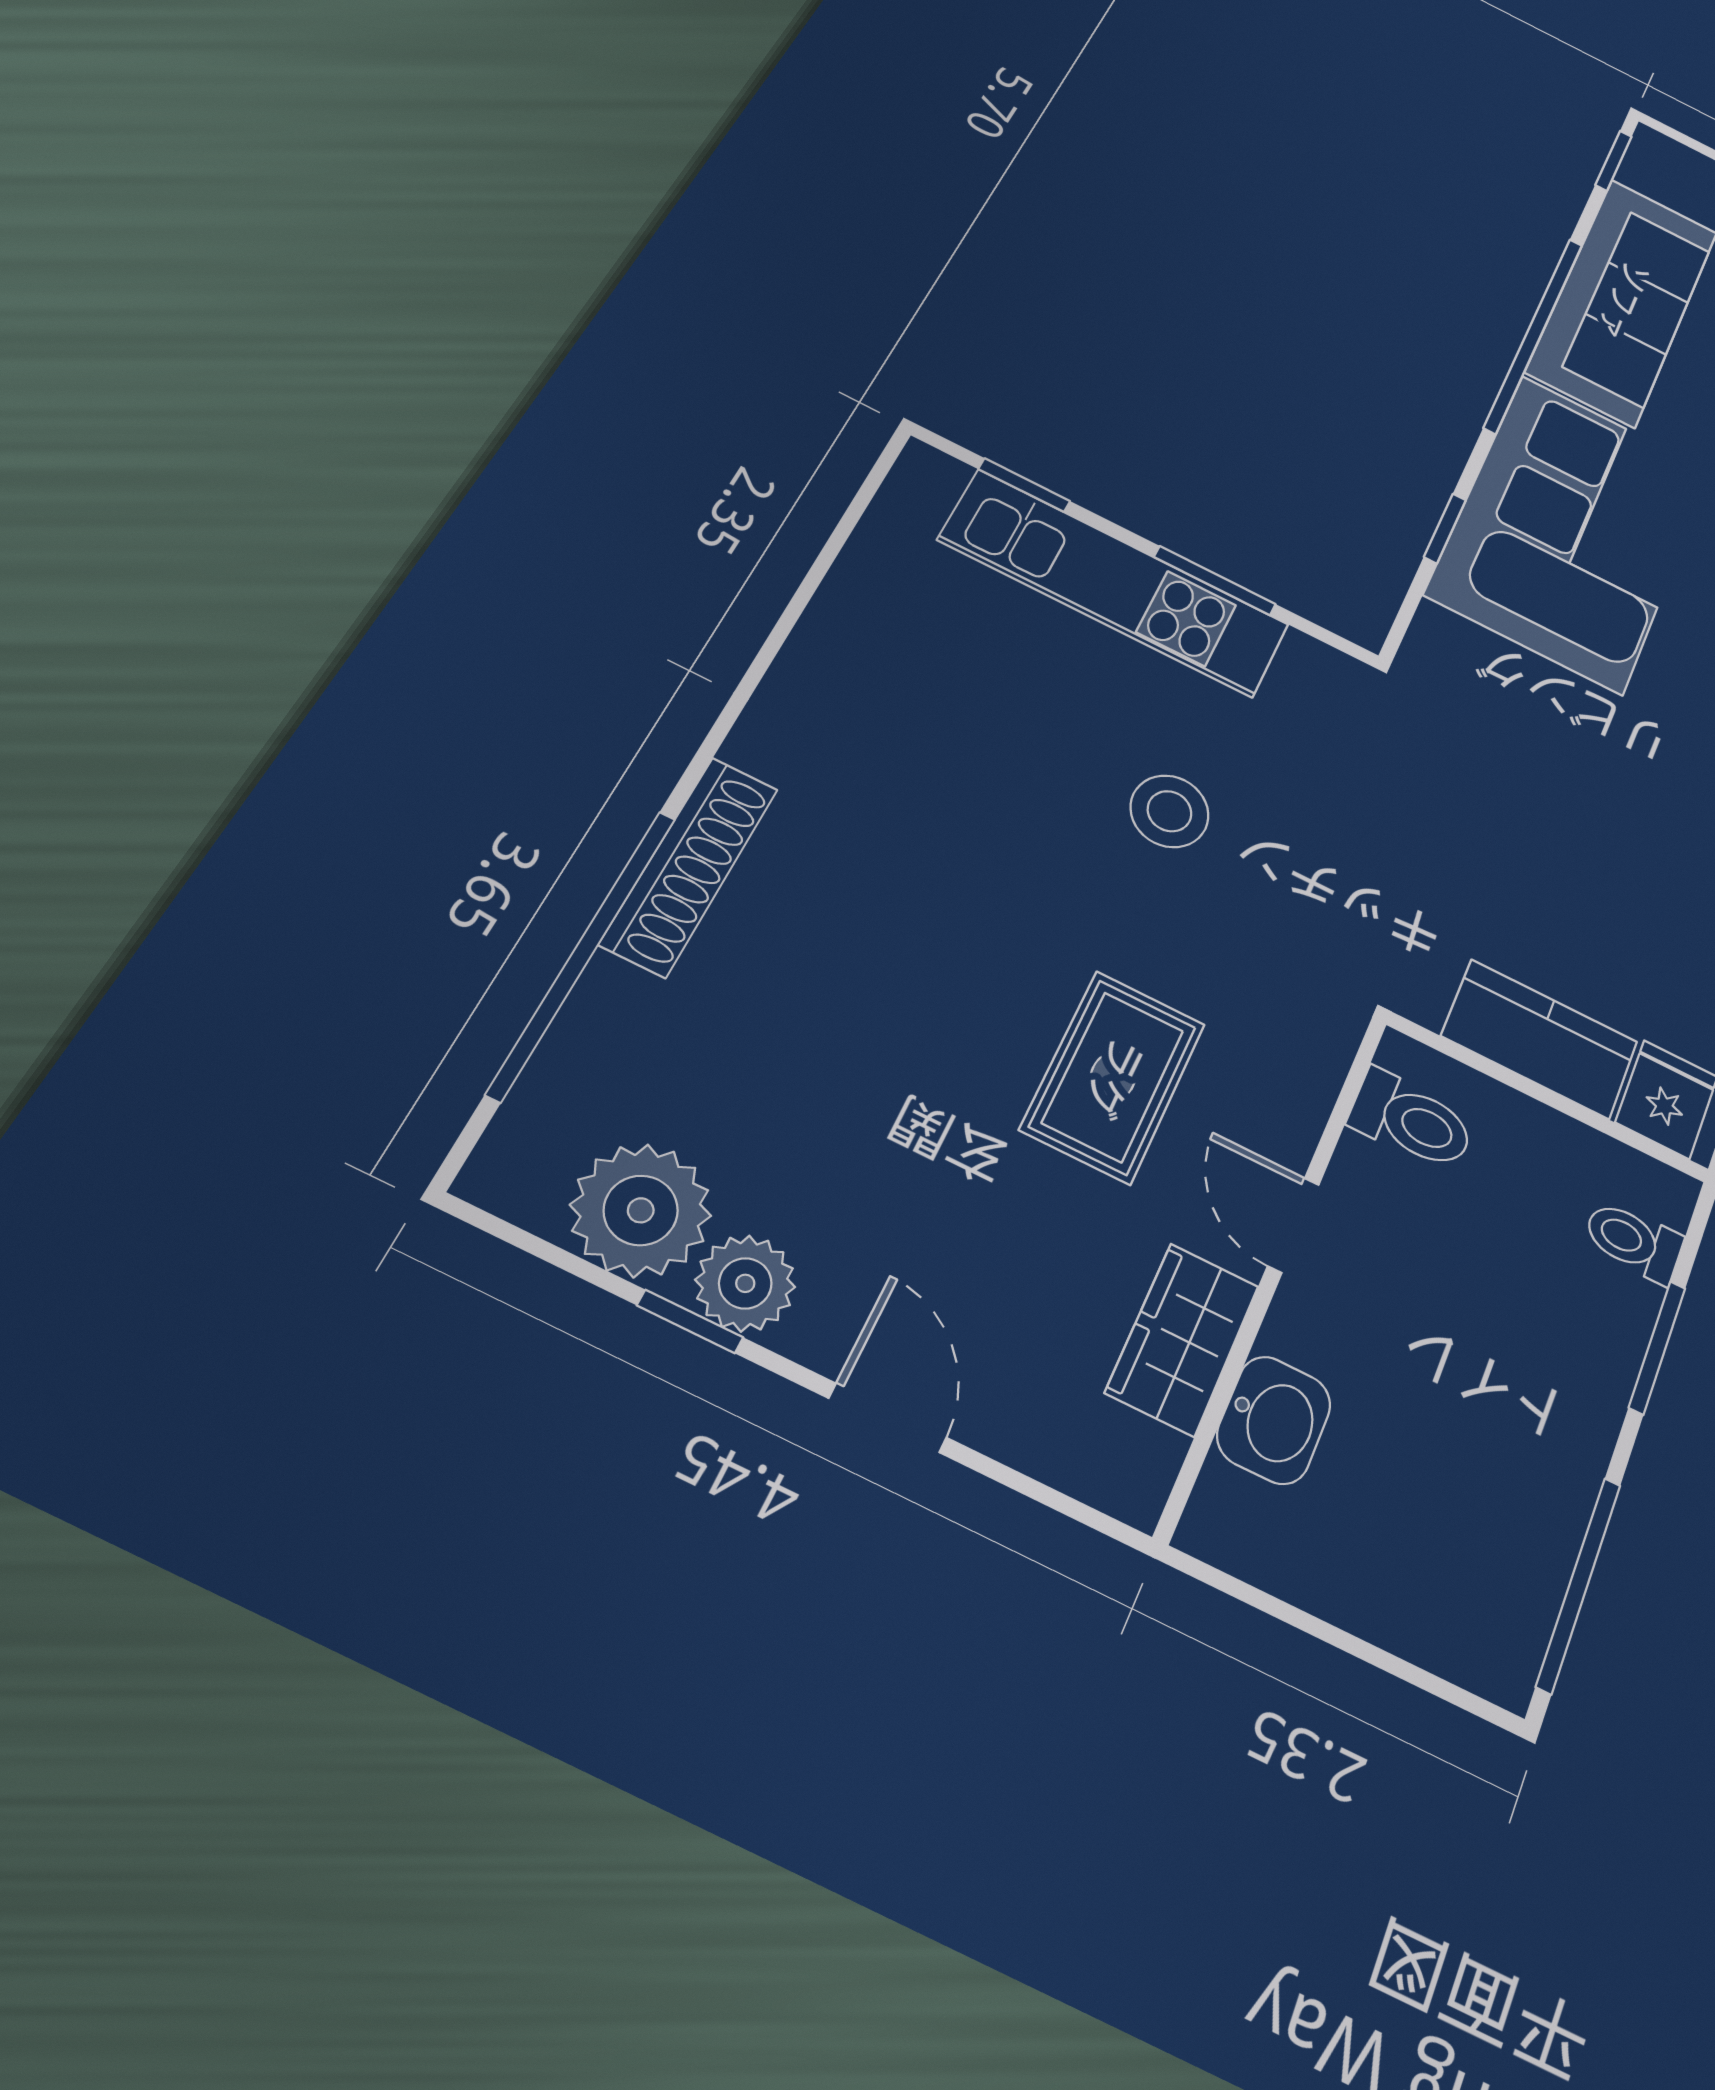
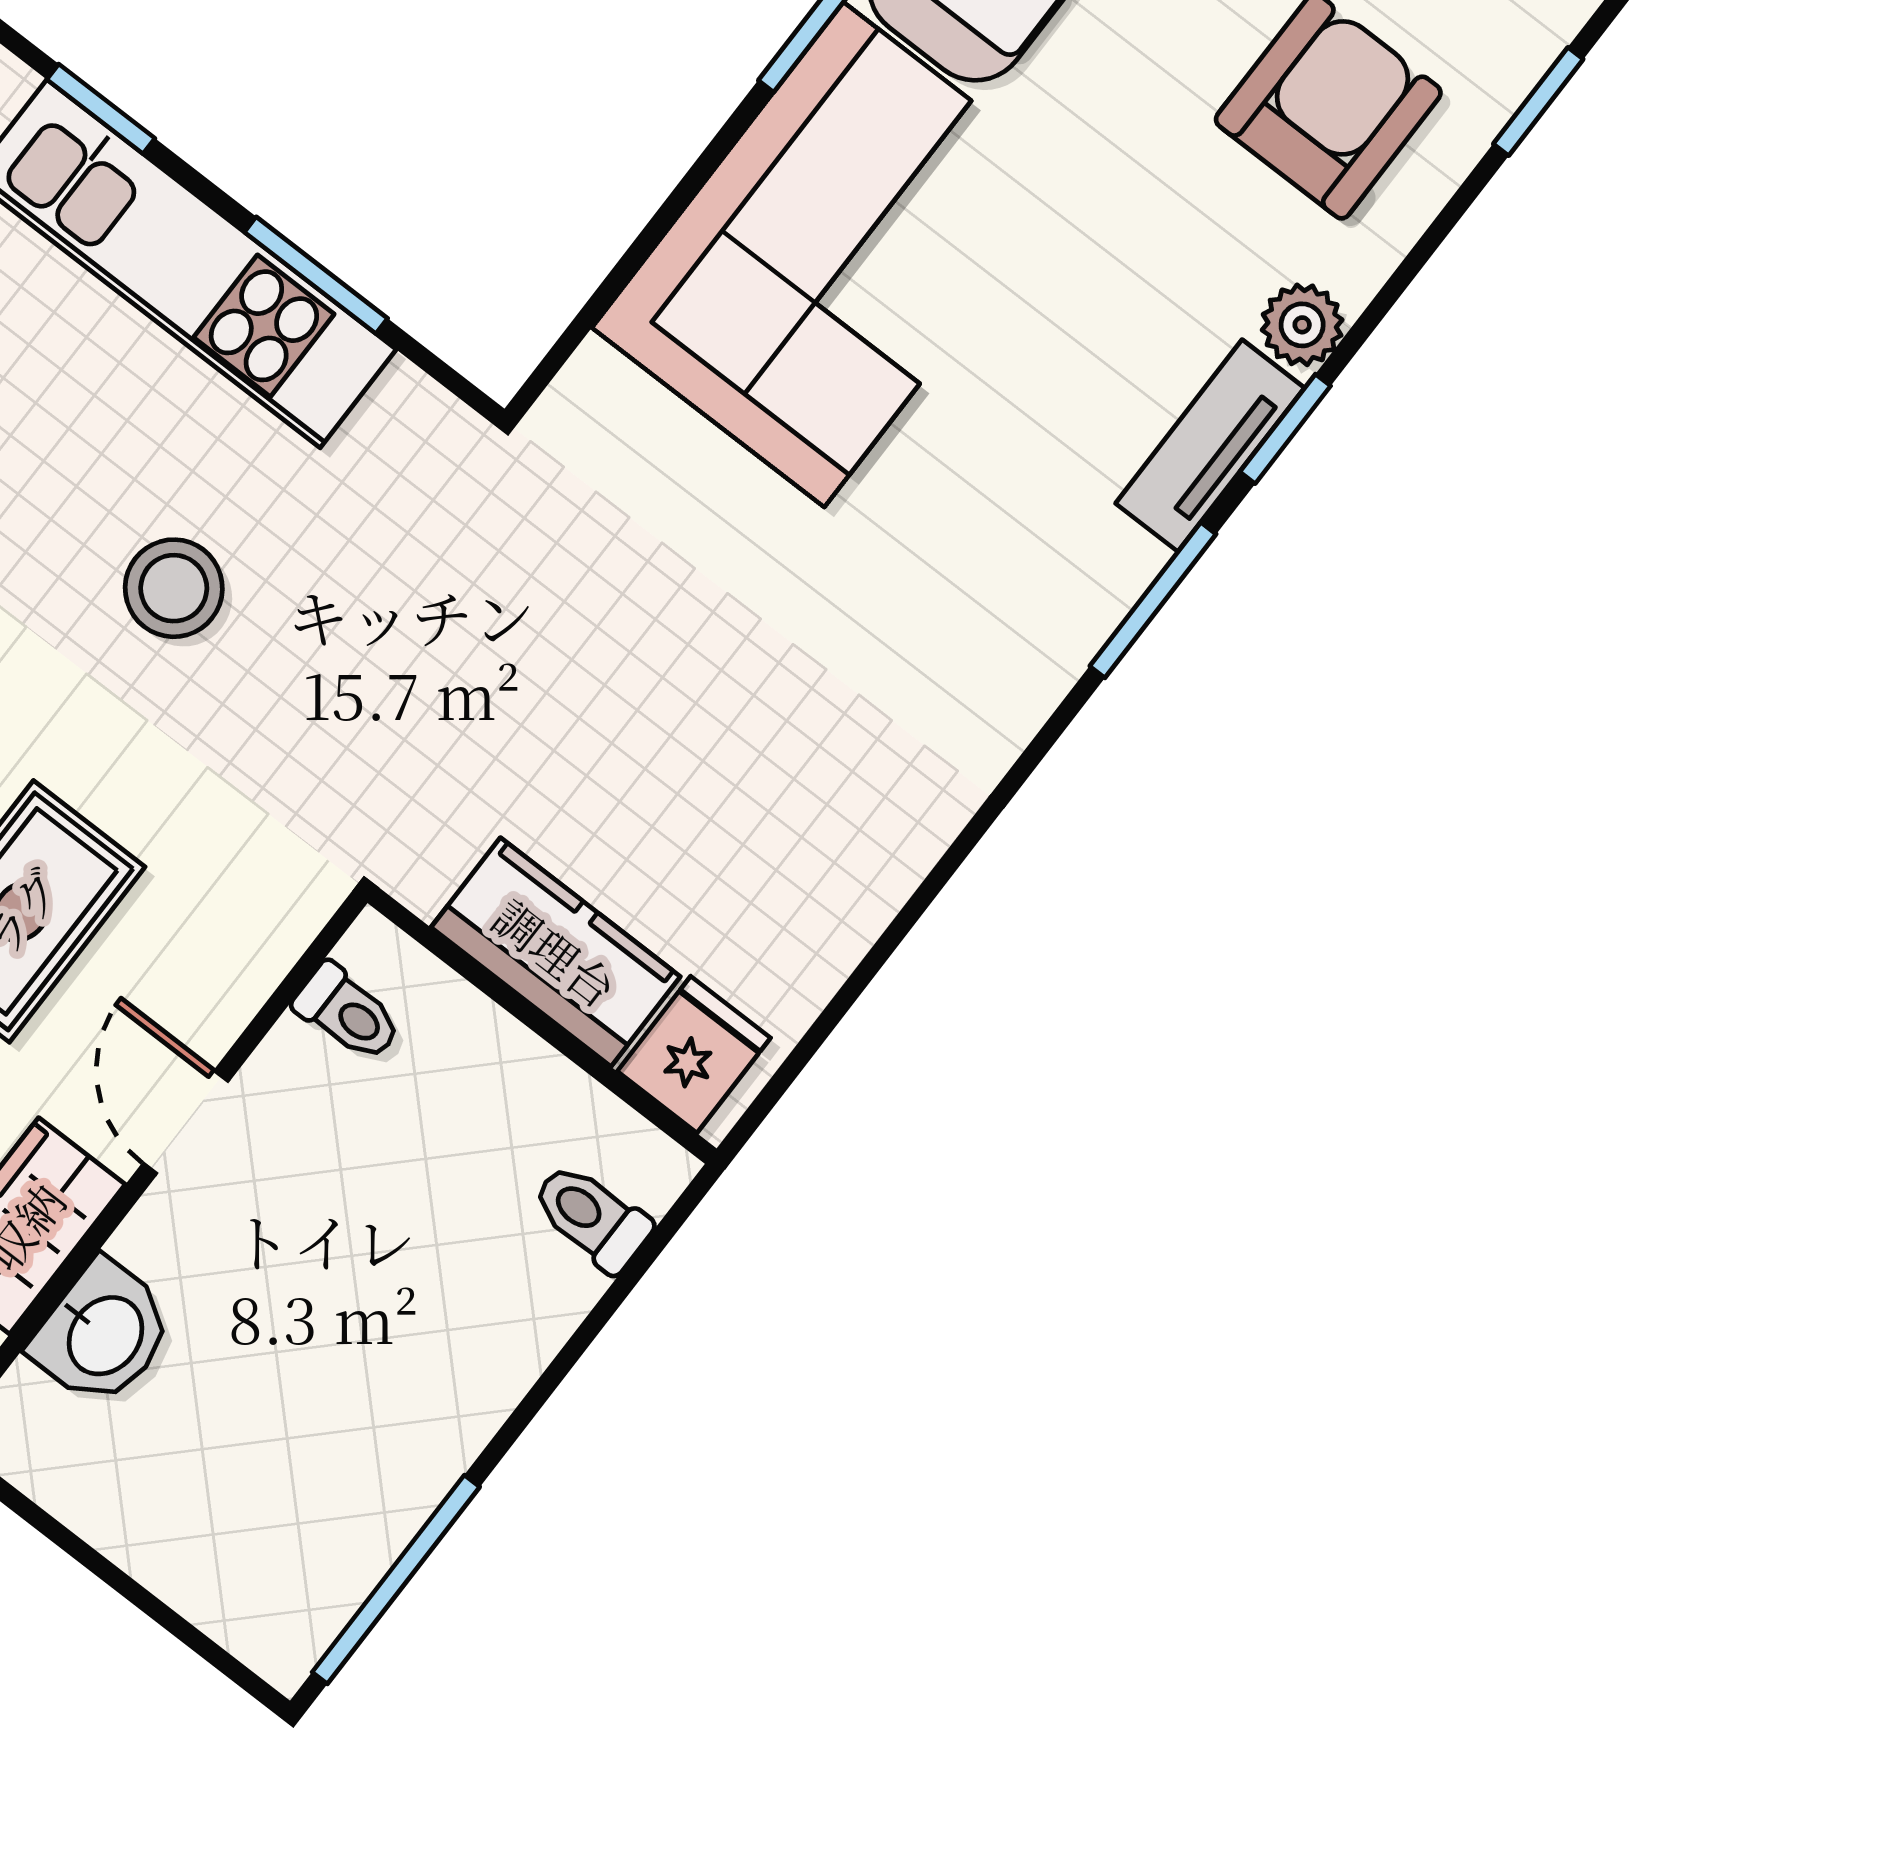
window: (1445, 528) -> (654, 231), removed
toilet: (1412, 1120) -> (348, 1013), width x0.73, depth x0.72
window: (1657, 1347) -> (578, 1344), removed

